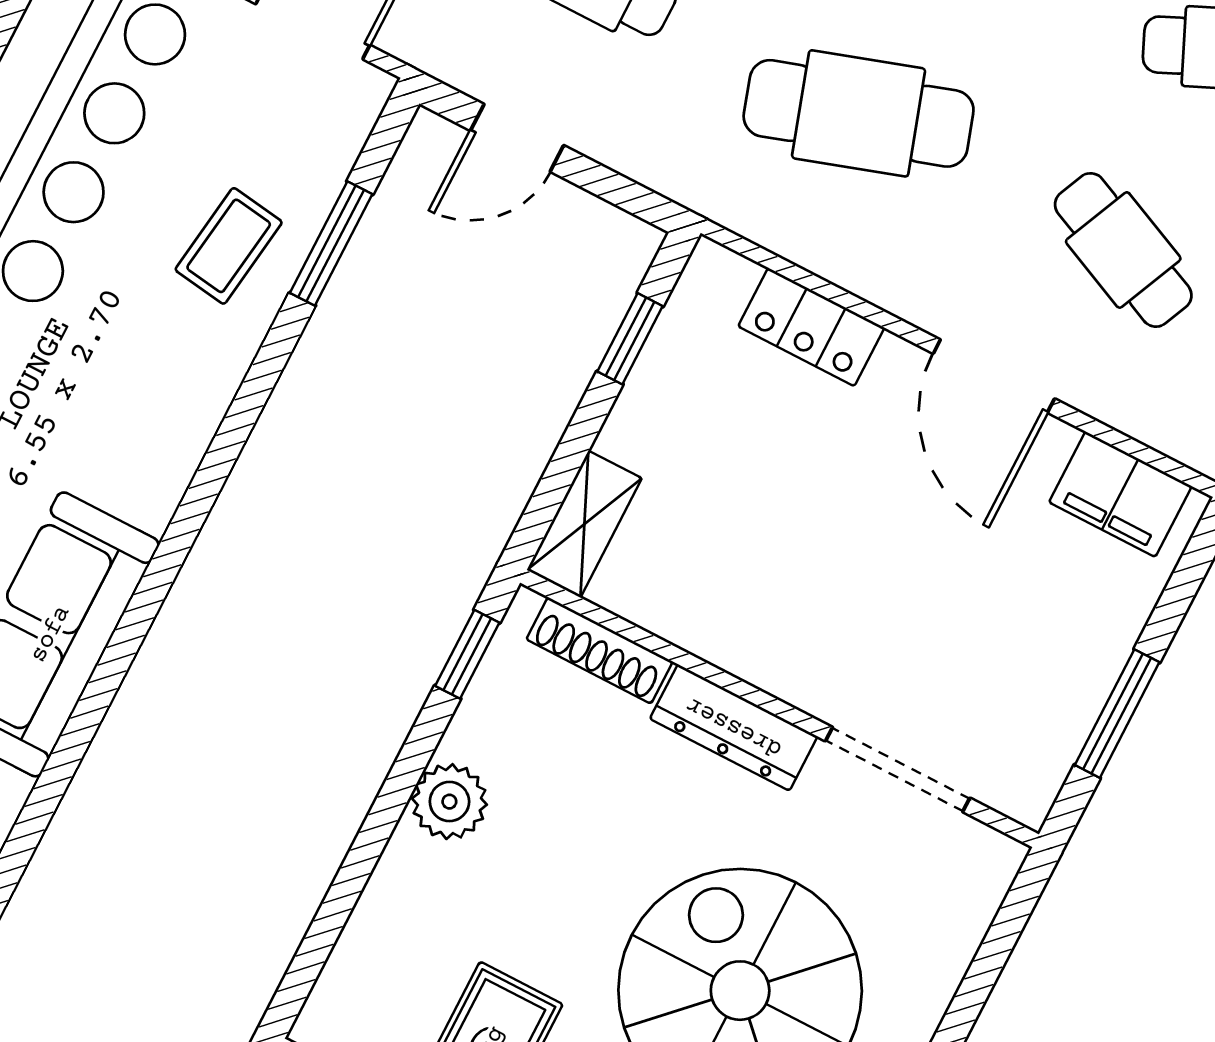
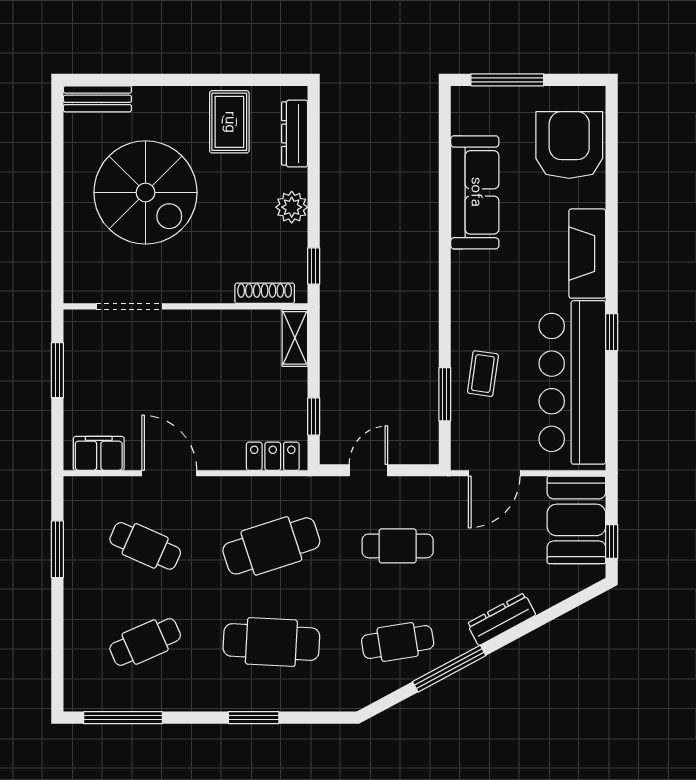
door: (517, 138) -> (368, 470), moved
locker: (811, 327) -> (273, 456), moved
dresser: (734, 727) -> (295, 134), moved, turned -90

